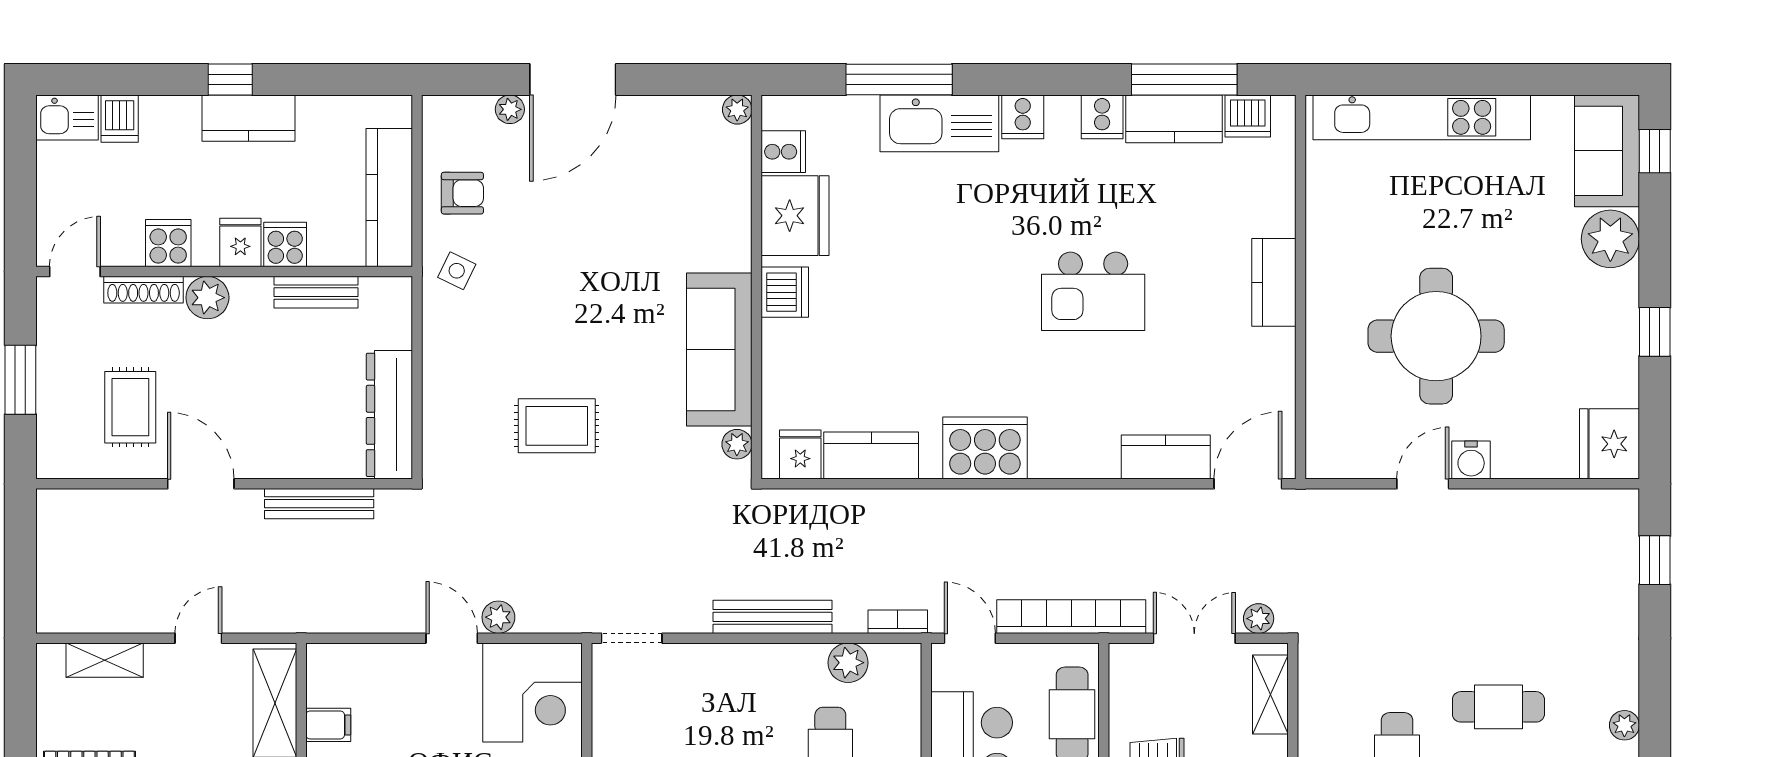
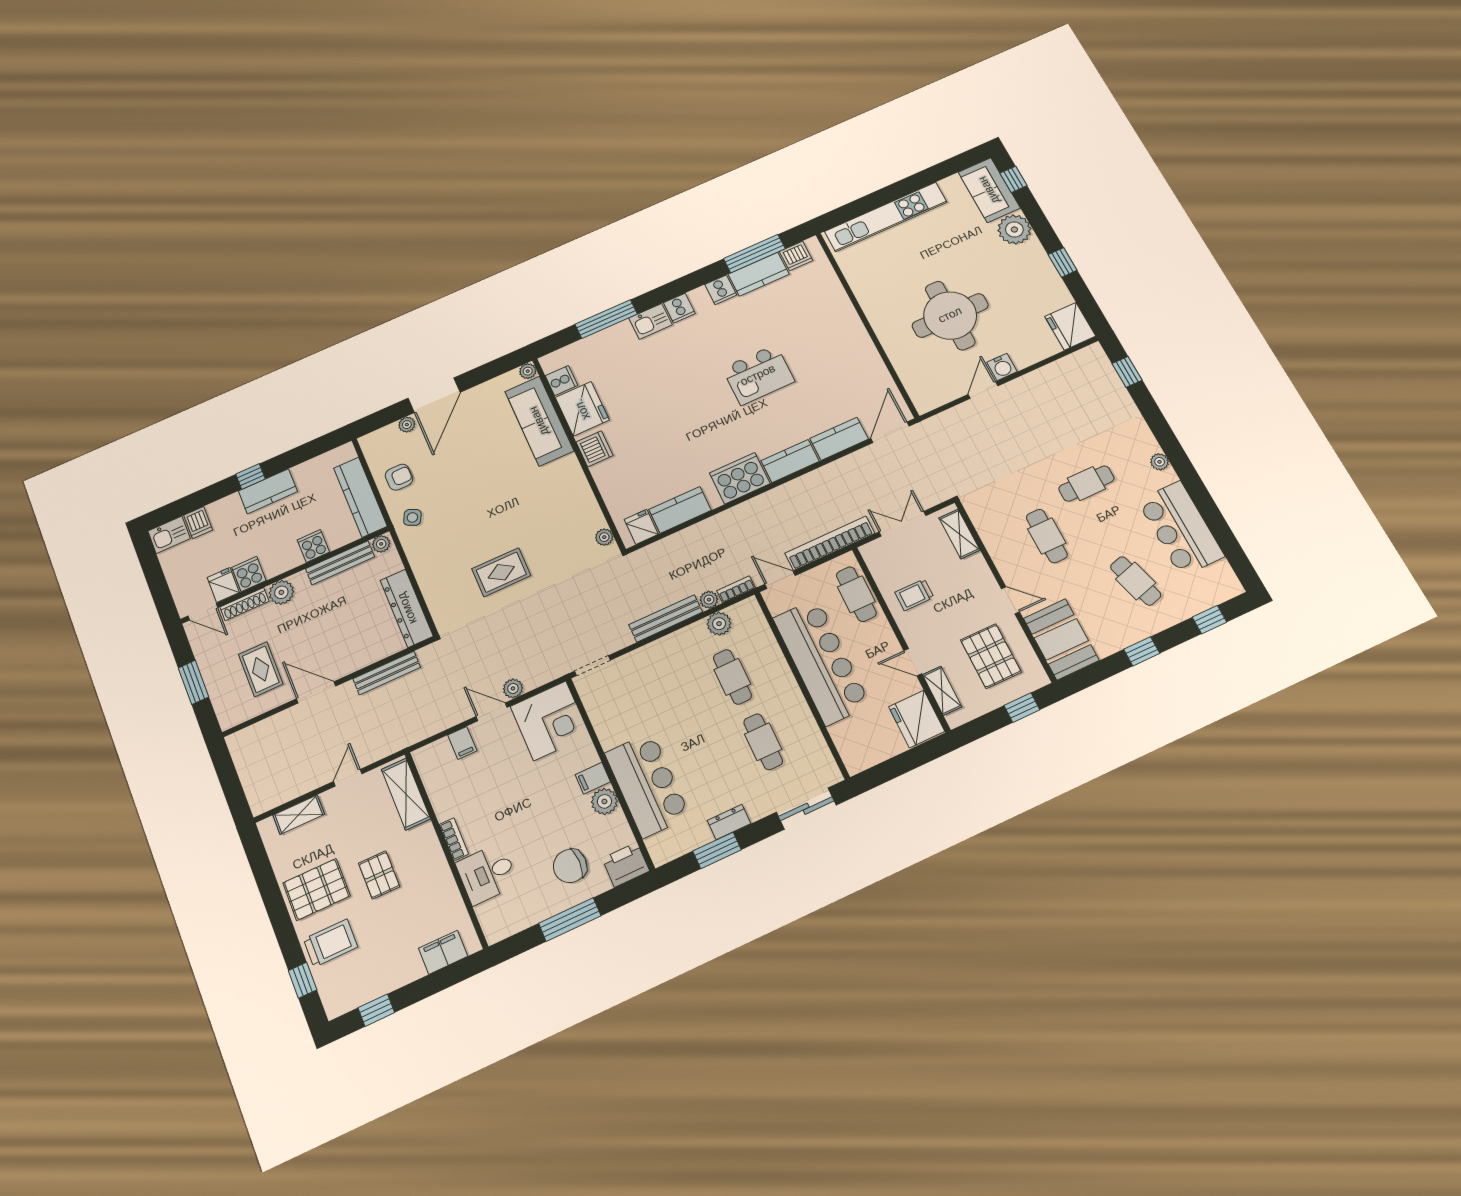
kitchen sink: (939, 123) -> (651, 321), width x0.53, depth x0.81
fridge: (240, 242) -> (223, 585), moved
door: (75, 272) -> (203, 612), swing flipped
kitchen counter: (1274, 282) -> (790, 461), moved, turned 90
plant: (391, 291) -> (381, 544), added
bench: (316, 292) -> (340, 563), width x1.36
sofa: (719, 349) -> (539, 421), moved
plant: (1259, 619) -> (709, 600), moved
filing cabinet: (328, 725) -> (462, 743), moved, turned 90

